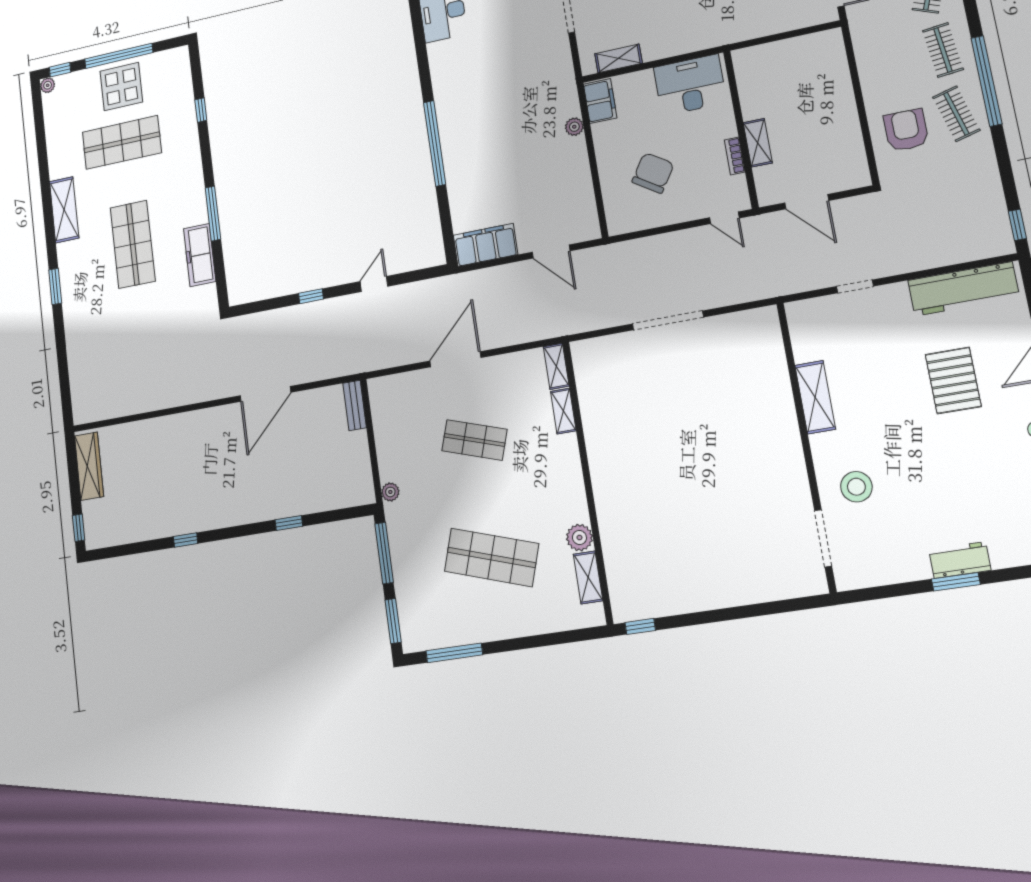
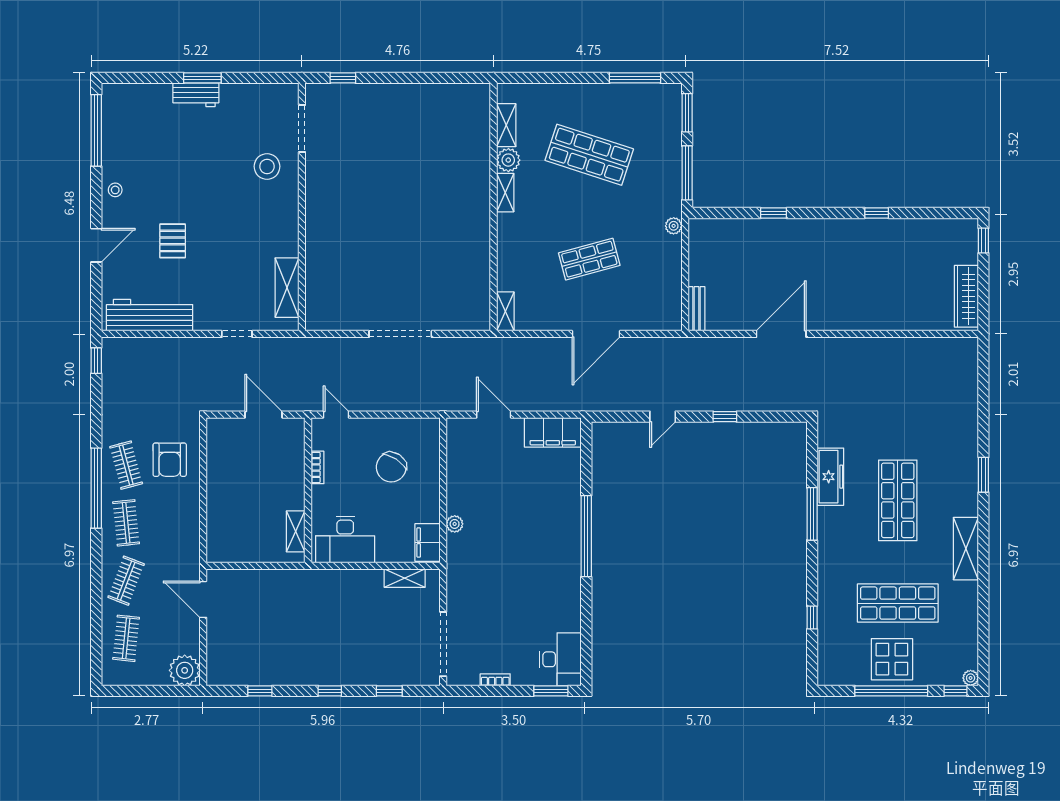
shelving: (758, 143) -> (296, 531), moved
pallet: (953, 380) -> (173, 241), width x0.67, depth x0.71
shelving: (815, 397) -> (287, 288), moved
shelving: (563, 411) -> (505, 193), moved
shop shelf: (474, 440) -> (589, 259), turned -33
window: (640, 626) -> (343, 78), moved

